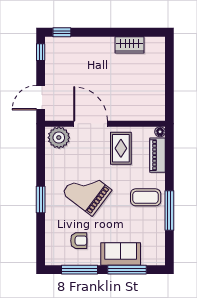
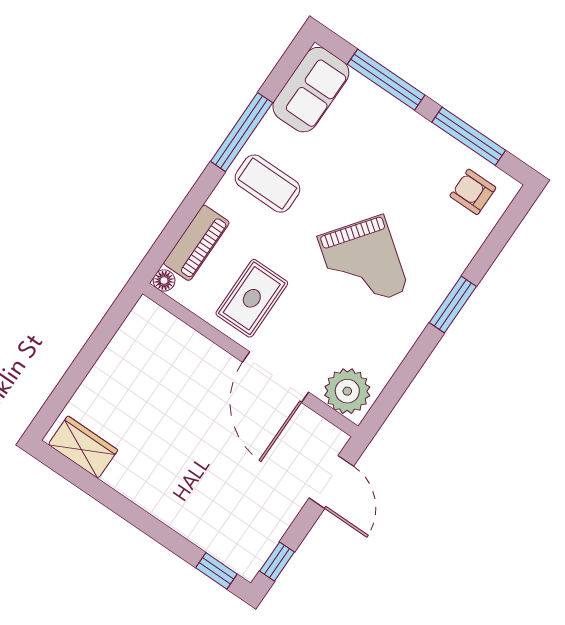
wardrobe: (129, 45) -> (83, 447), moved
door: (41, 98) -> (331, 482), hinge flipped
armchair: (79, 241) -> (473, 192), moved
sofa: (121, 254) -> (311, 90), moved, turned -90

